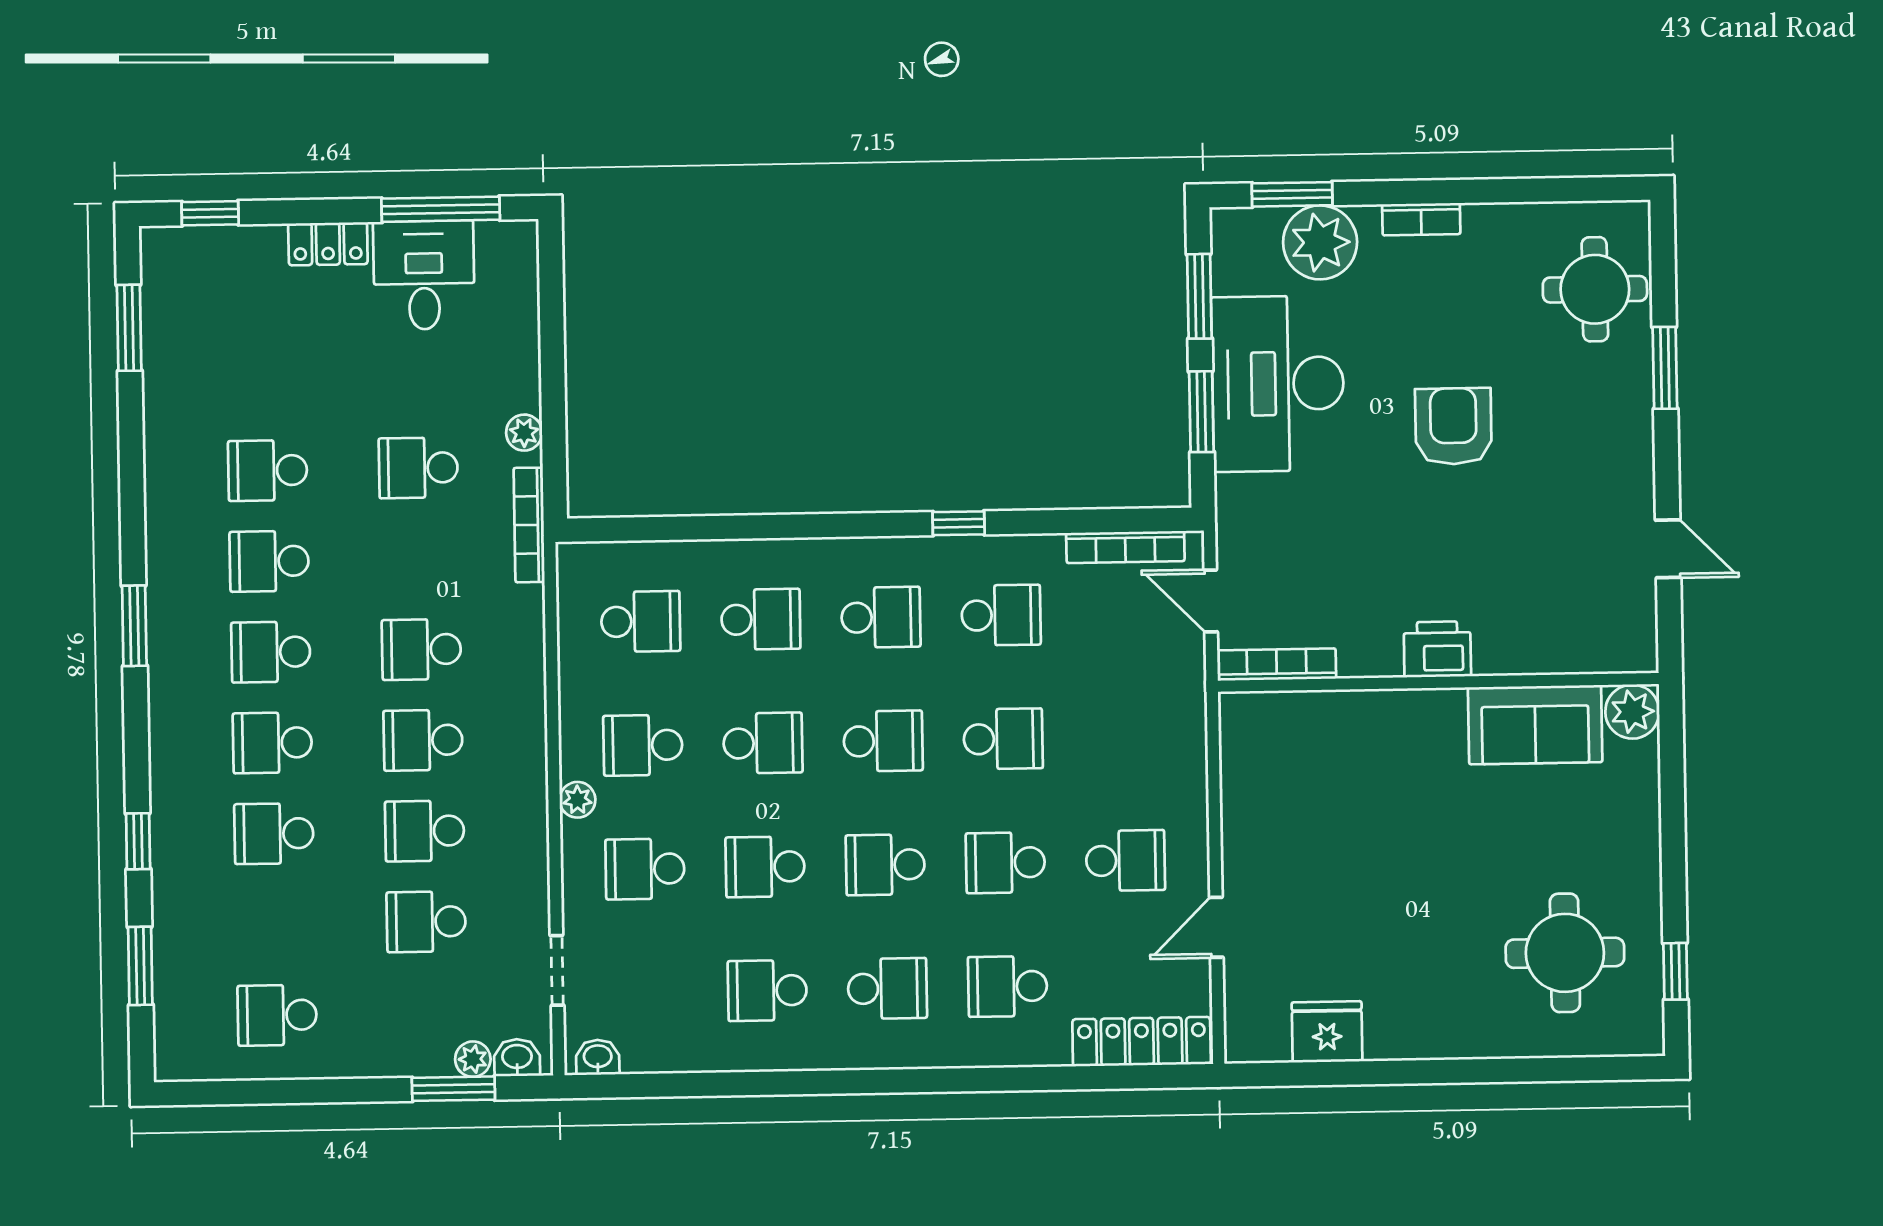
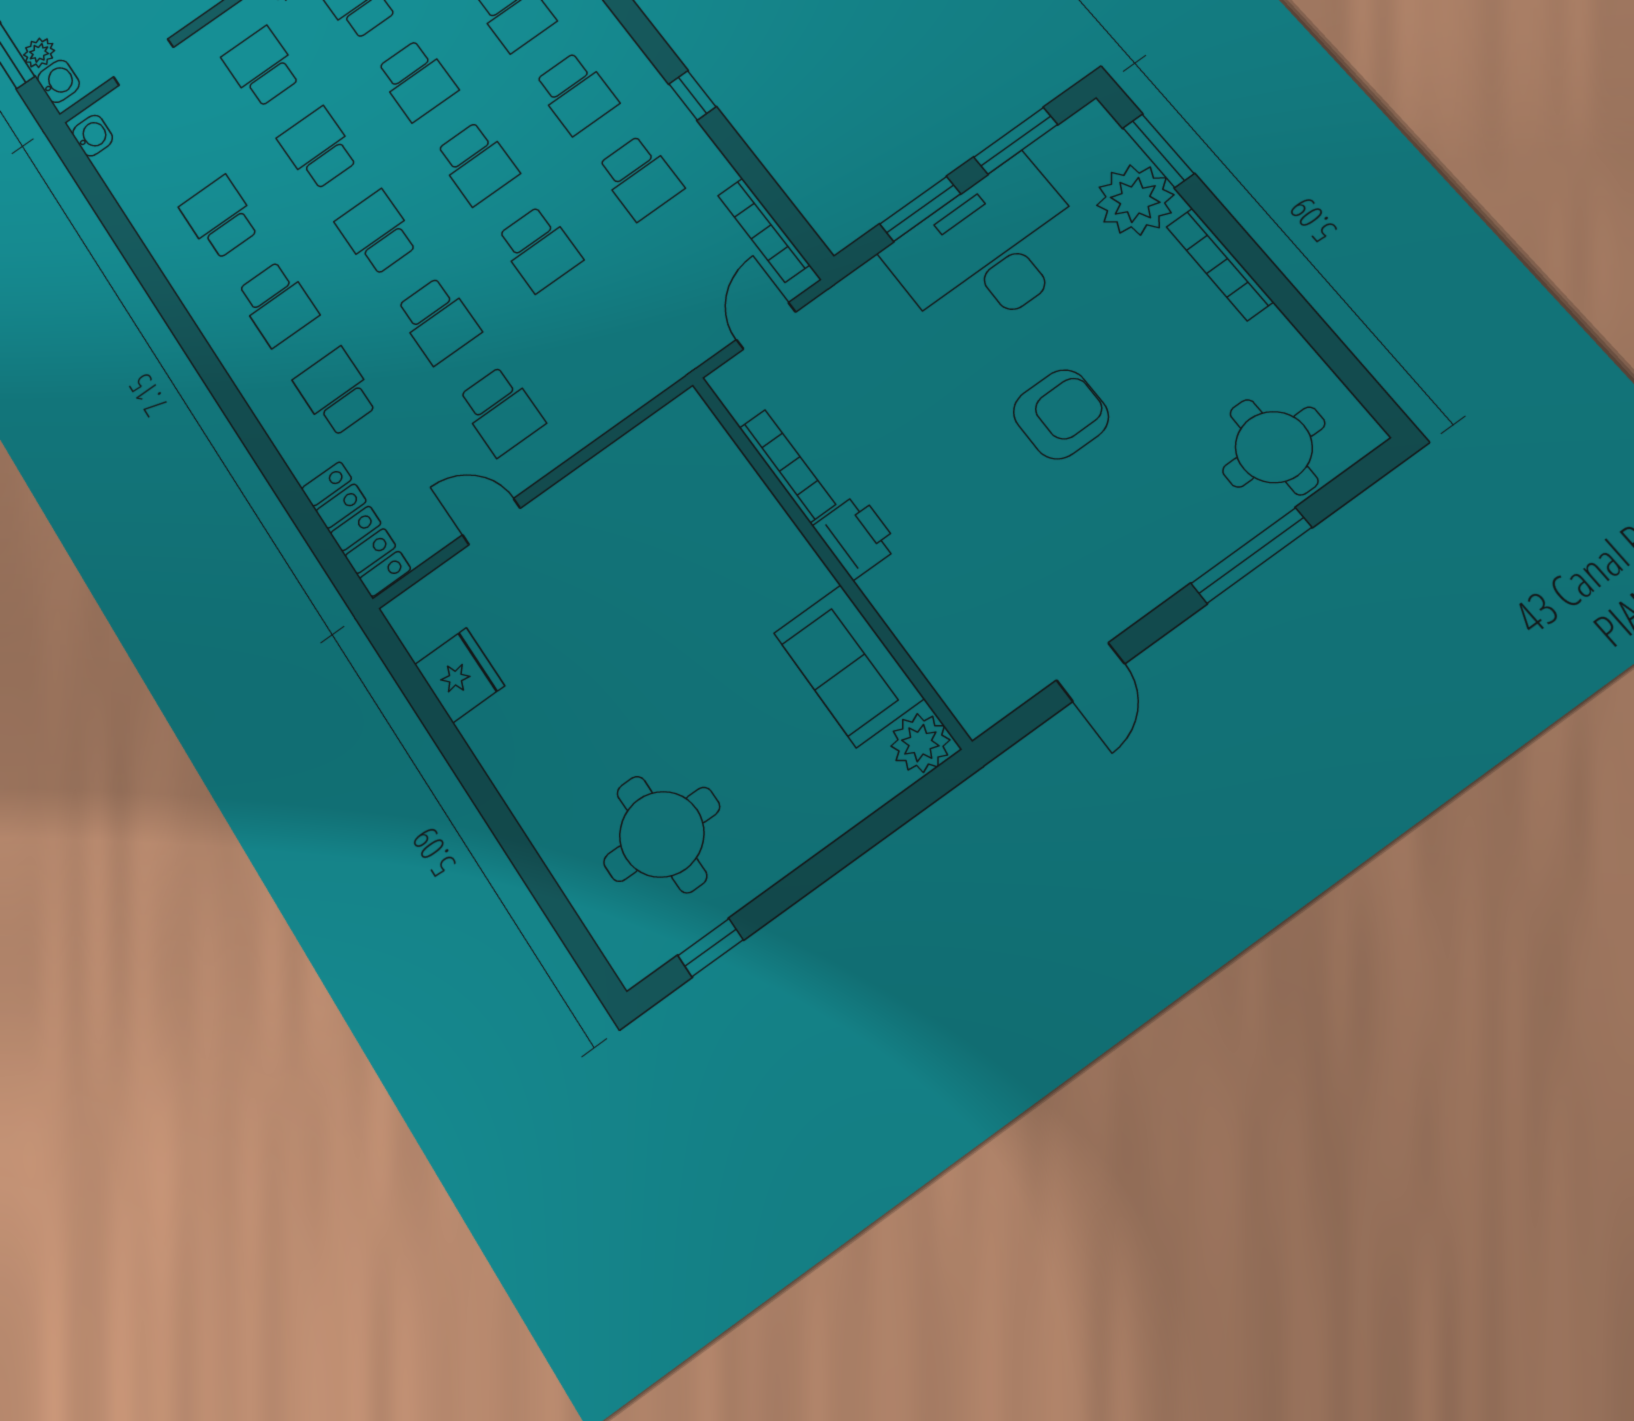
bookcase: (1421, 219) -> (1220, 264), width x1.56
window: (1665, 368) -> (1251, 555), width x1.44
bookcase: (1277, 665) -> (787, 466), moved
school desk: (1005, 863) -> (438, 320), turned 180

